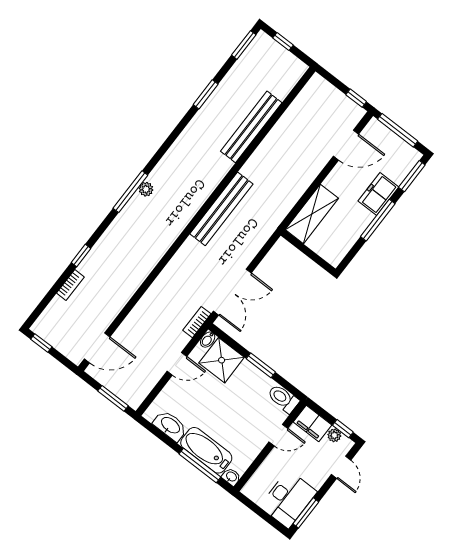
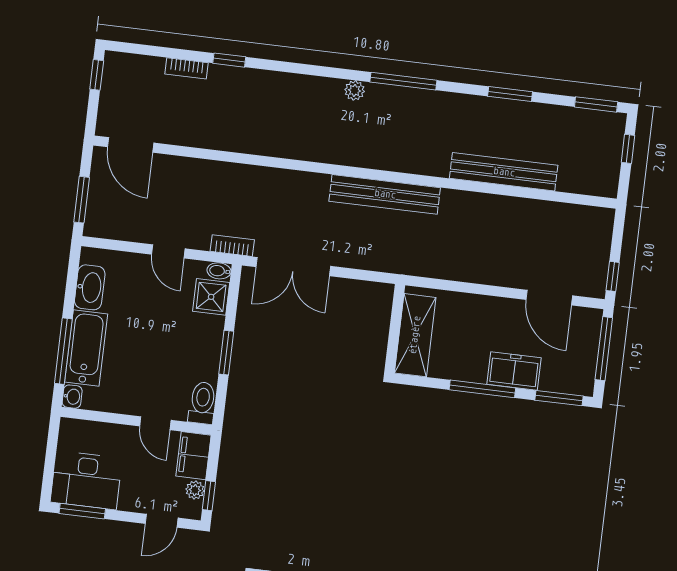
window: (130, 192) -> (403, 81), moved
shelving: (312, 214) -> (415, 335), moved, turned 90
shower: (222, 360) -> (211, 297), width x0.73, depth x0.73

